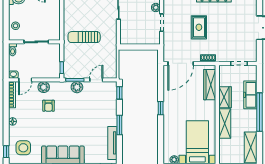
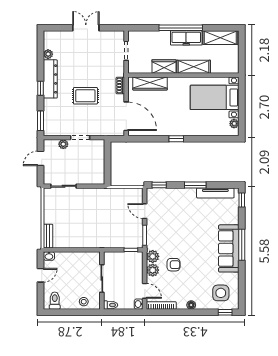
sun lounger: (84, 37) -> (96, 225), removed
plant: (77, 87) -> (153, 256), moved
freezer: (250, 95) -> (186, 38), moved

